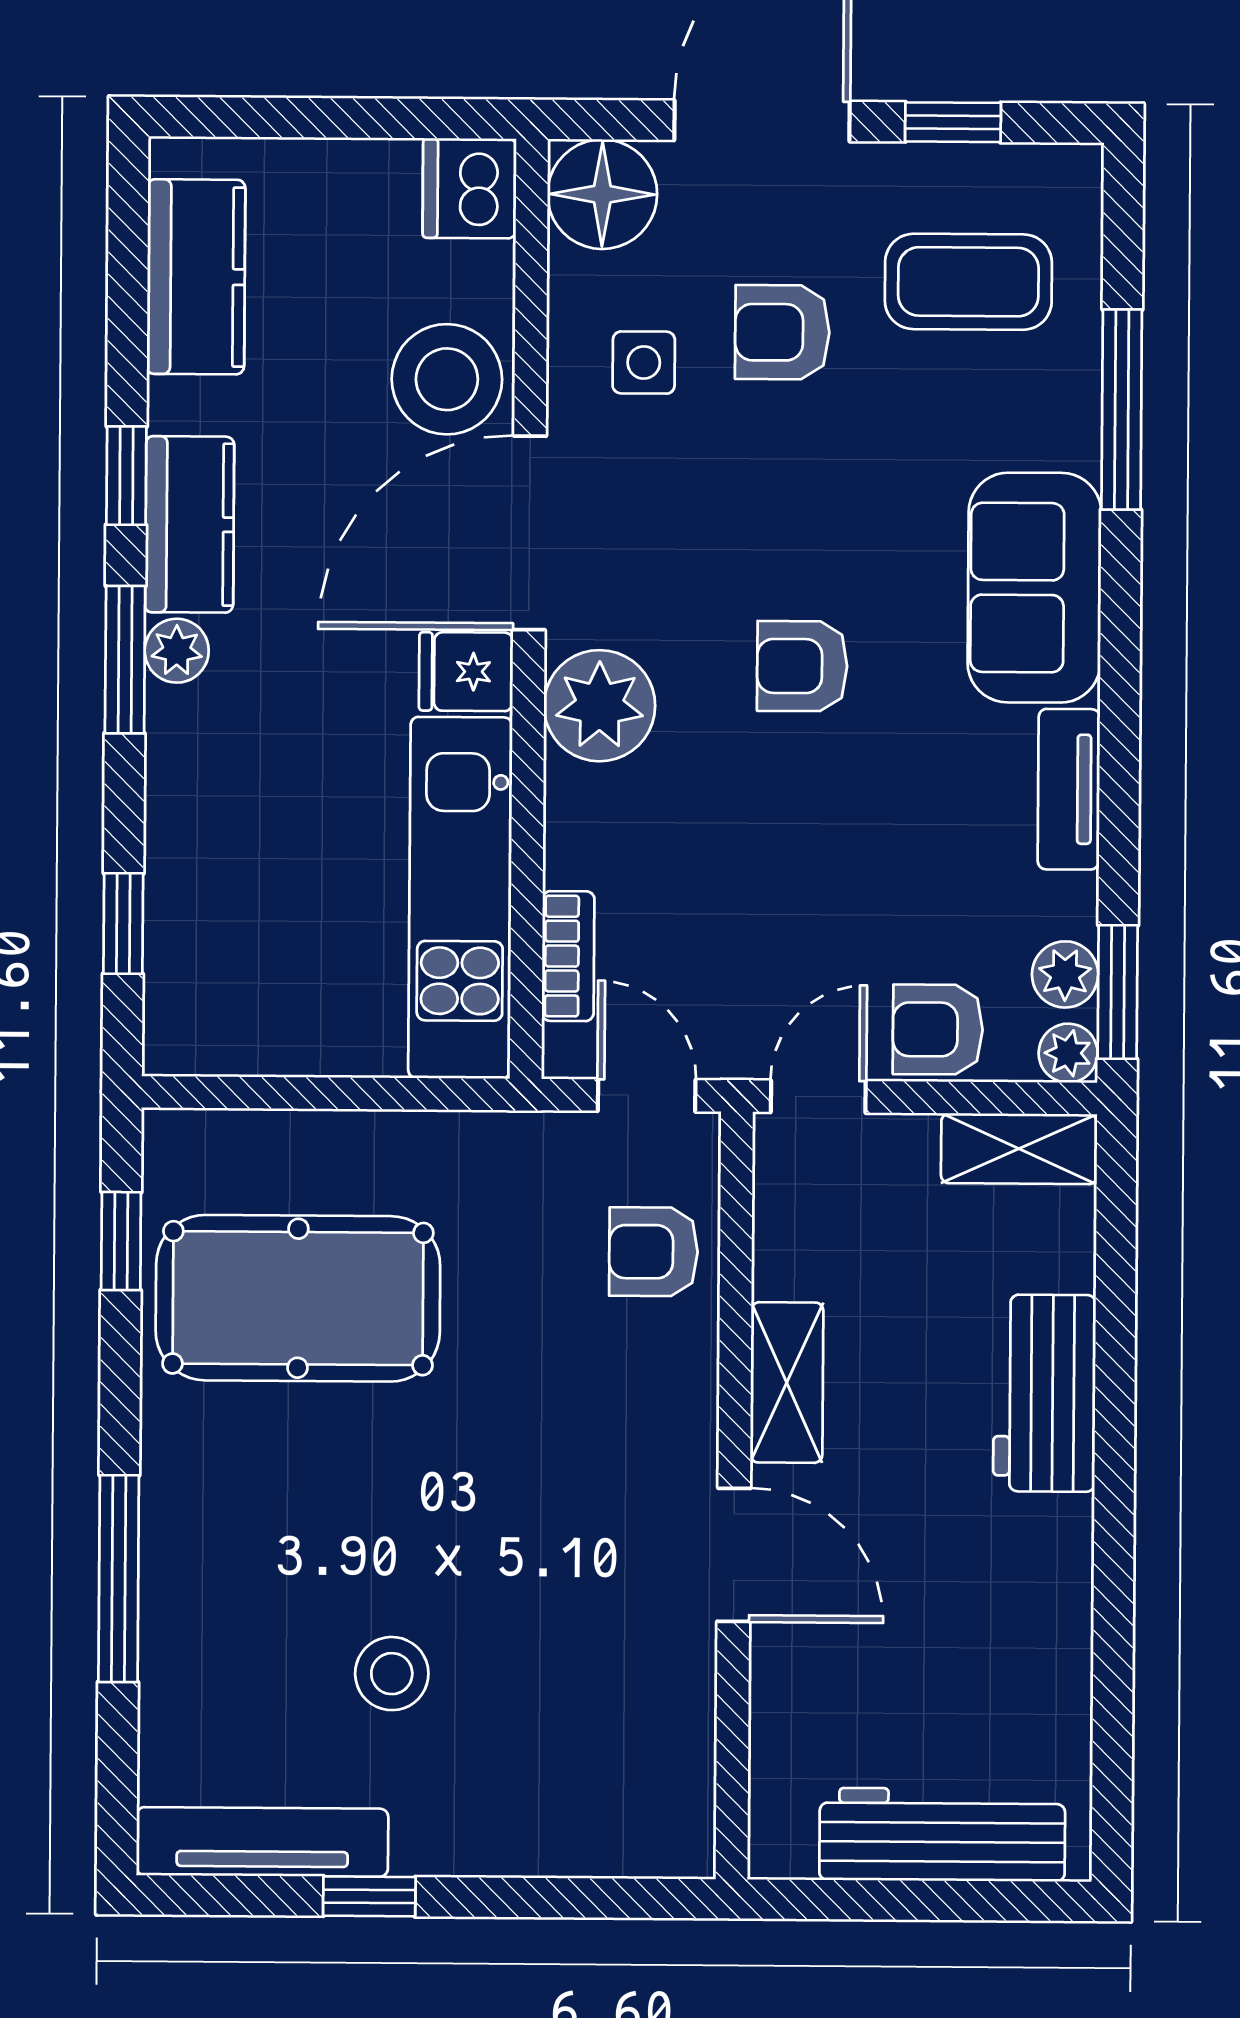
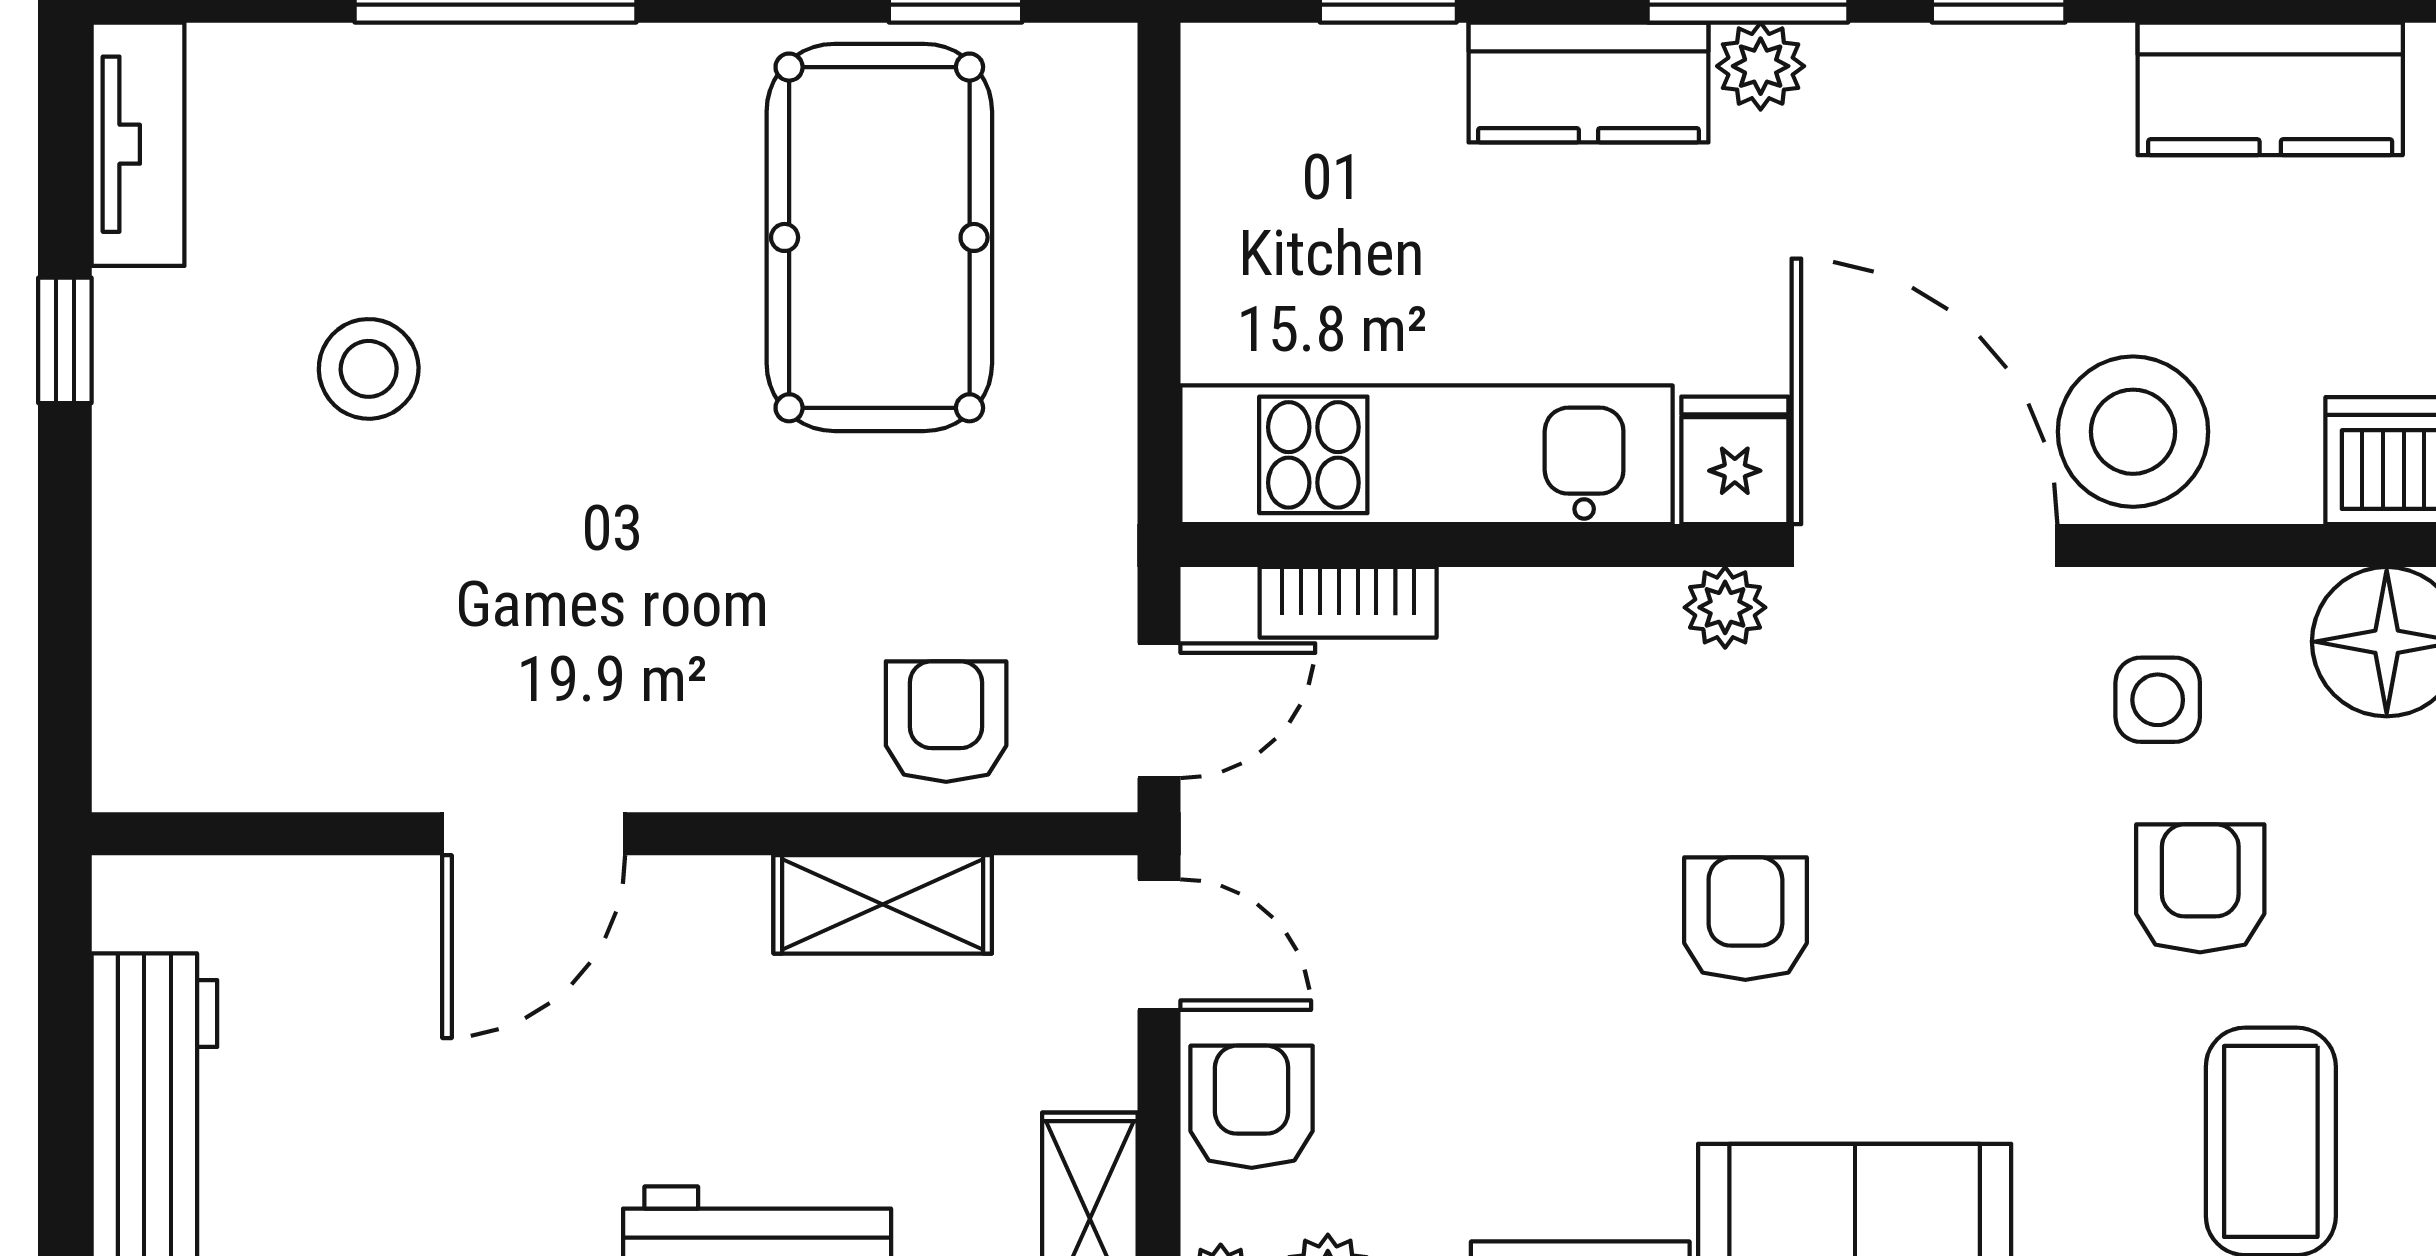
kitchen counter: (190, 524) -> (1588, 83), moved
plant: (600, 706) -> (1725, 607), width x0.53, depth x0.53
shelving: (787, 1382) -> (883, 904), moved
tv unit: (262, 1842) -> (138, 144), width x0.71

